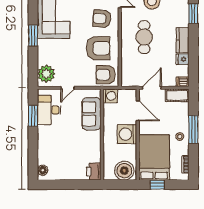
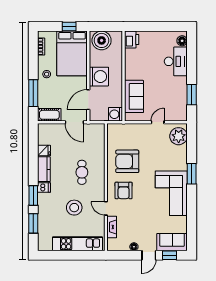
armchair: (102, 19) -> (124, 190), turned 85
cafe table: (144, 37) -> (82, 172), width x0.73, depth x0.74
armchair: (106, 75) -> (120, 135), removed
dishwasher: (182, 82) -> (44, 188), moved
door: (152, 88) -> (74, 122), hinge flipped
desk: (49, 110) -> (176, 61), moved
door: (138, 111) -> (88, 100), hinge flipped
window: (193, 129) -> (33, 93), moved

